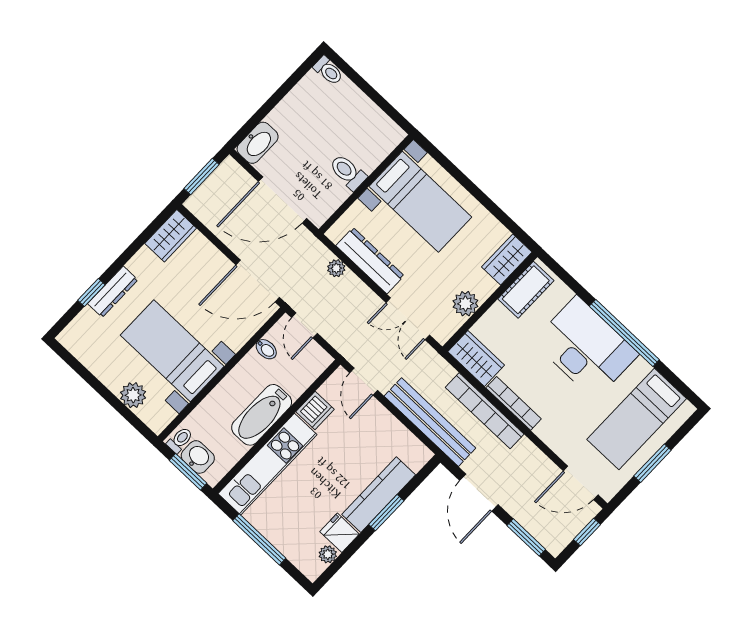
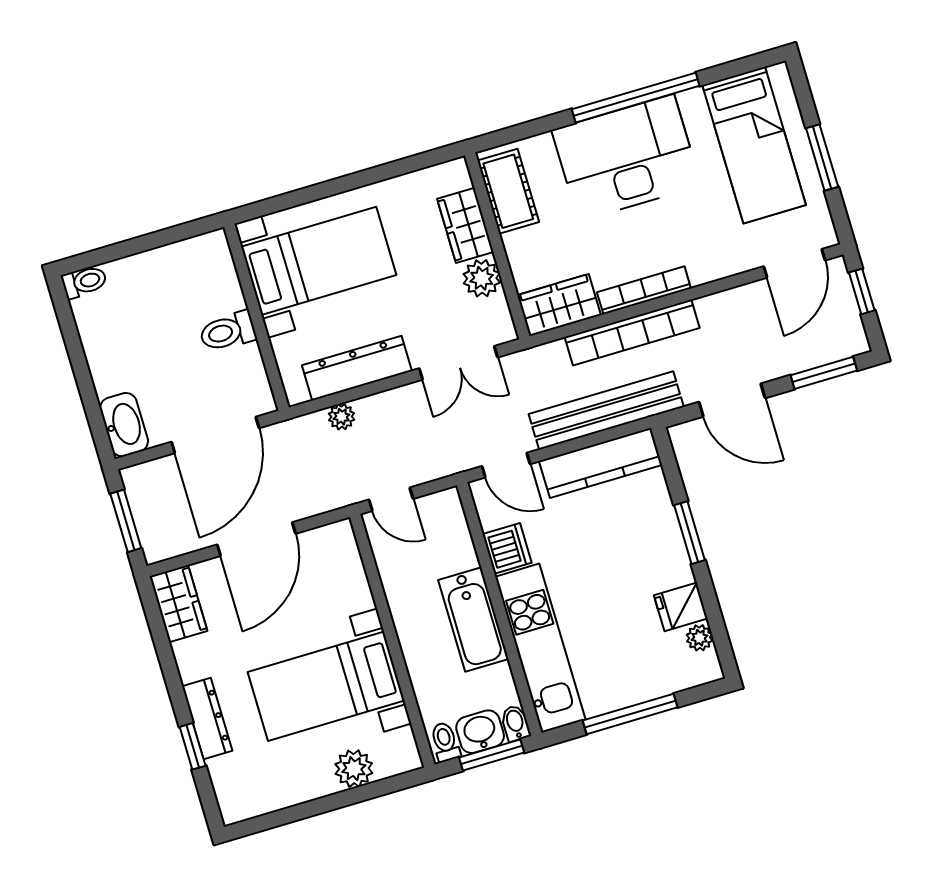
wardrobe: (507, 260) -> (465, 225), moved
door: (258, 281) -> (256, 539), moved
bidet: (266, 349) -> (515, 723), moved, turned -90
kitchen counter: (379, 495) -> (601, 463), moved, turned -90

